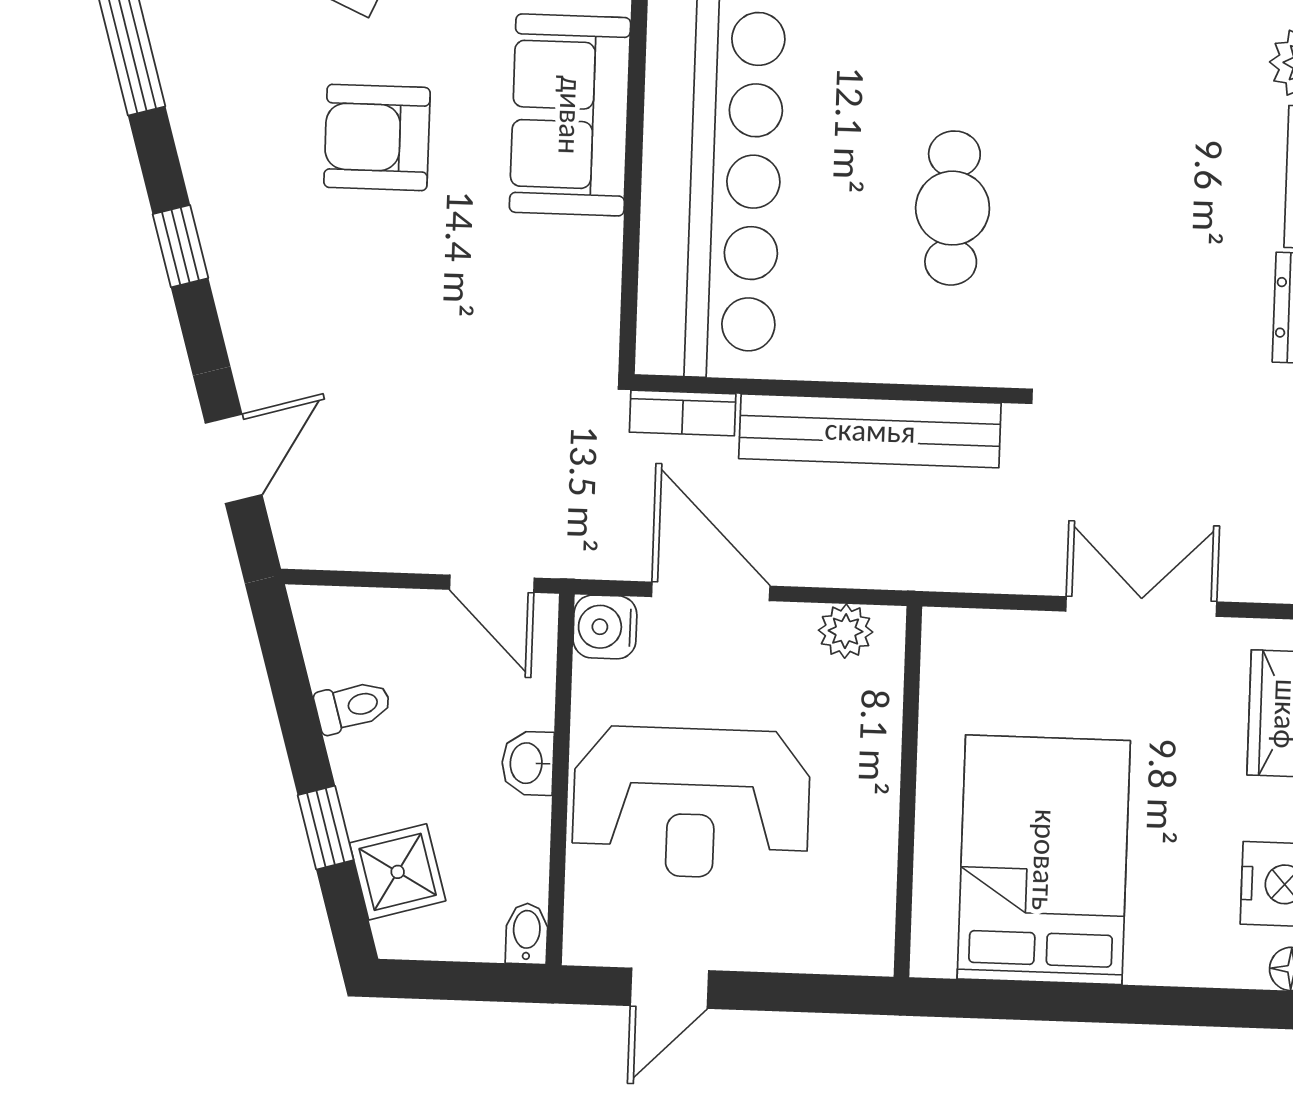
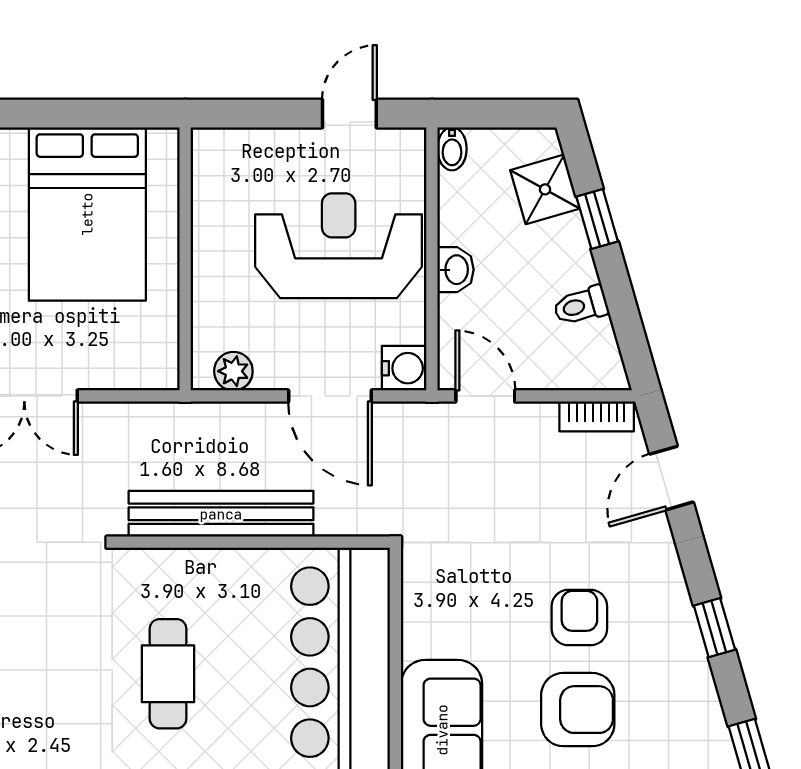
armchair: (370, 267) -> (579, 618), added
bookcase: (683, 413) -> (597, 416), moved, turned 180

